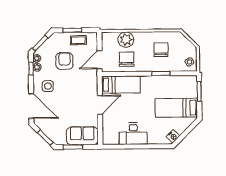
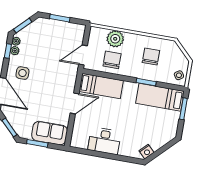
coffee table: (78, 40) -> (64, 30), removed
armchair: (64, 61) -> (45, 50), removed
bed: (176, 108) -> (160, 97), moved

